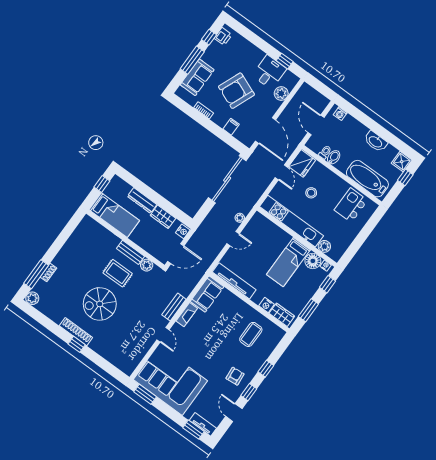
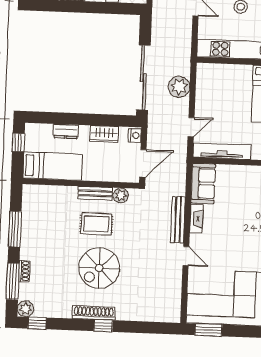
sliding door: (227, 179) -> (143, 77), moved
dresser: (142, 200) -> (66, 131), width x0.70
plant: (240, 218) -> (179, 87), width x1.88, depth x1.88
door: (233, 239) -> (191, 127), moved
window: (61, 240) -> (15, 229), added
bench: (174, 307) -> (178, 220), width x1.36
window: (34, 313) -> (37, 323), added

